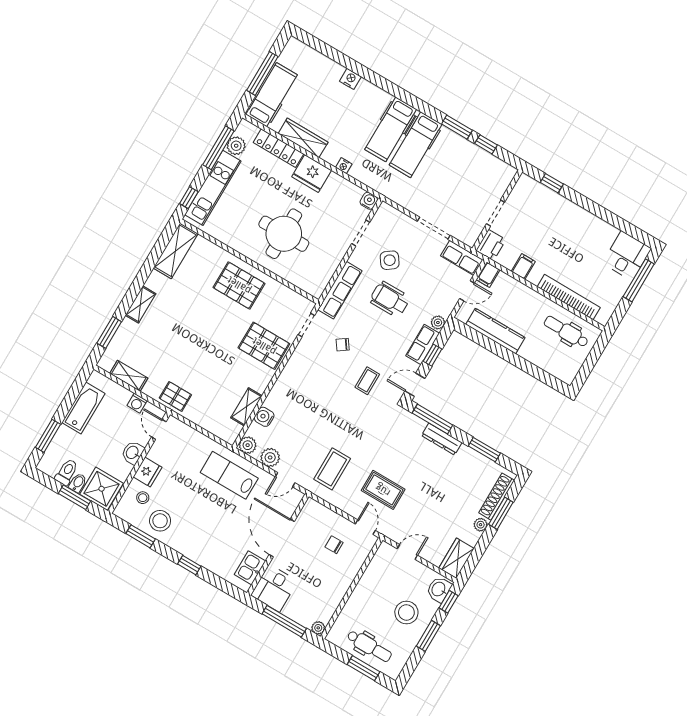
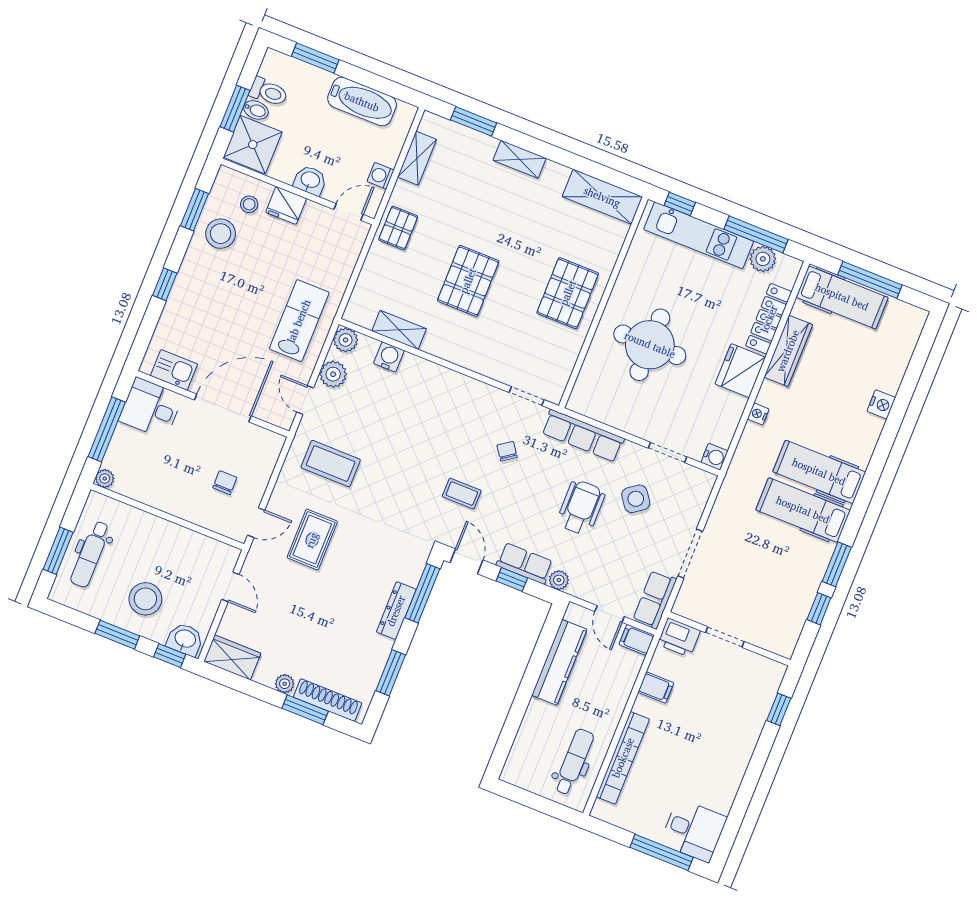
pallet: (264, 346) -> (468, 281), moved

